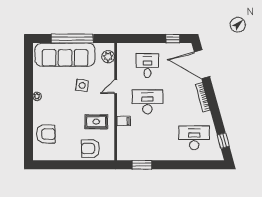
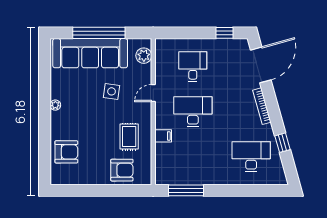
door: (202, 64) -> (261, 65), swing flipped
rug: (96, 122) -> (129, 137), turned 90
window: (223, 141) -> (282, 143), moved
armchair: (90, 149) -> (122, 170), turned 180
window: (142, 165) -> (186, 190), width x1.44

